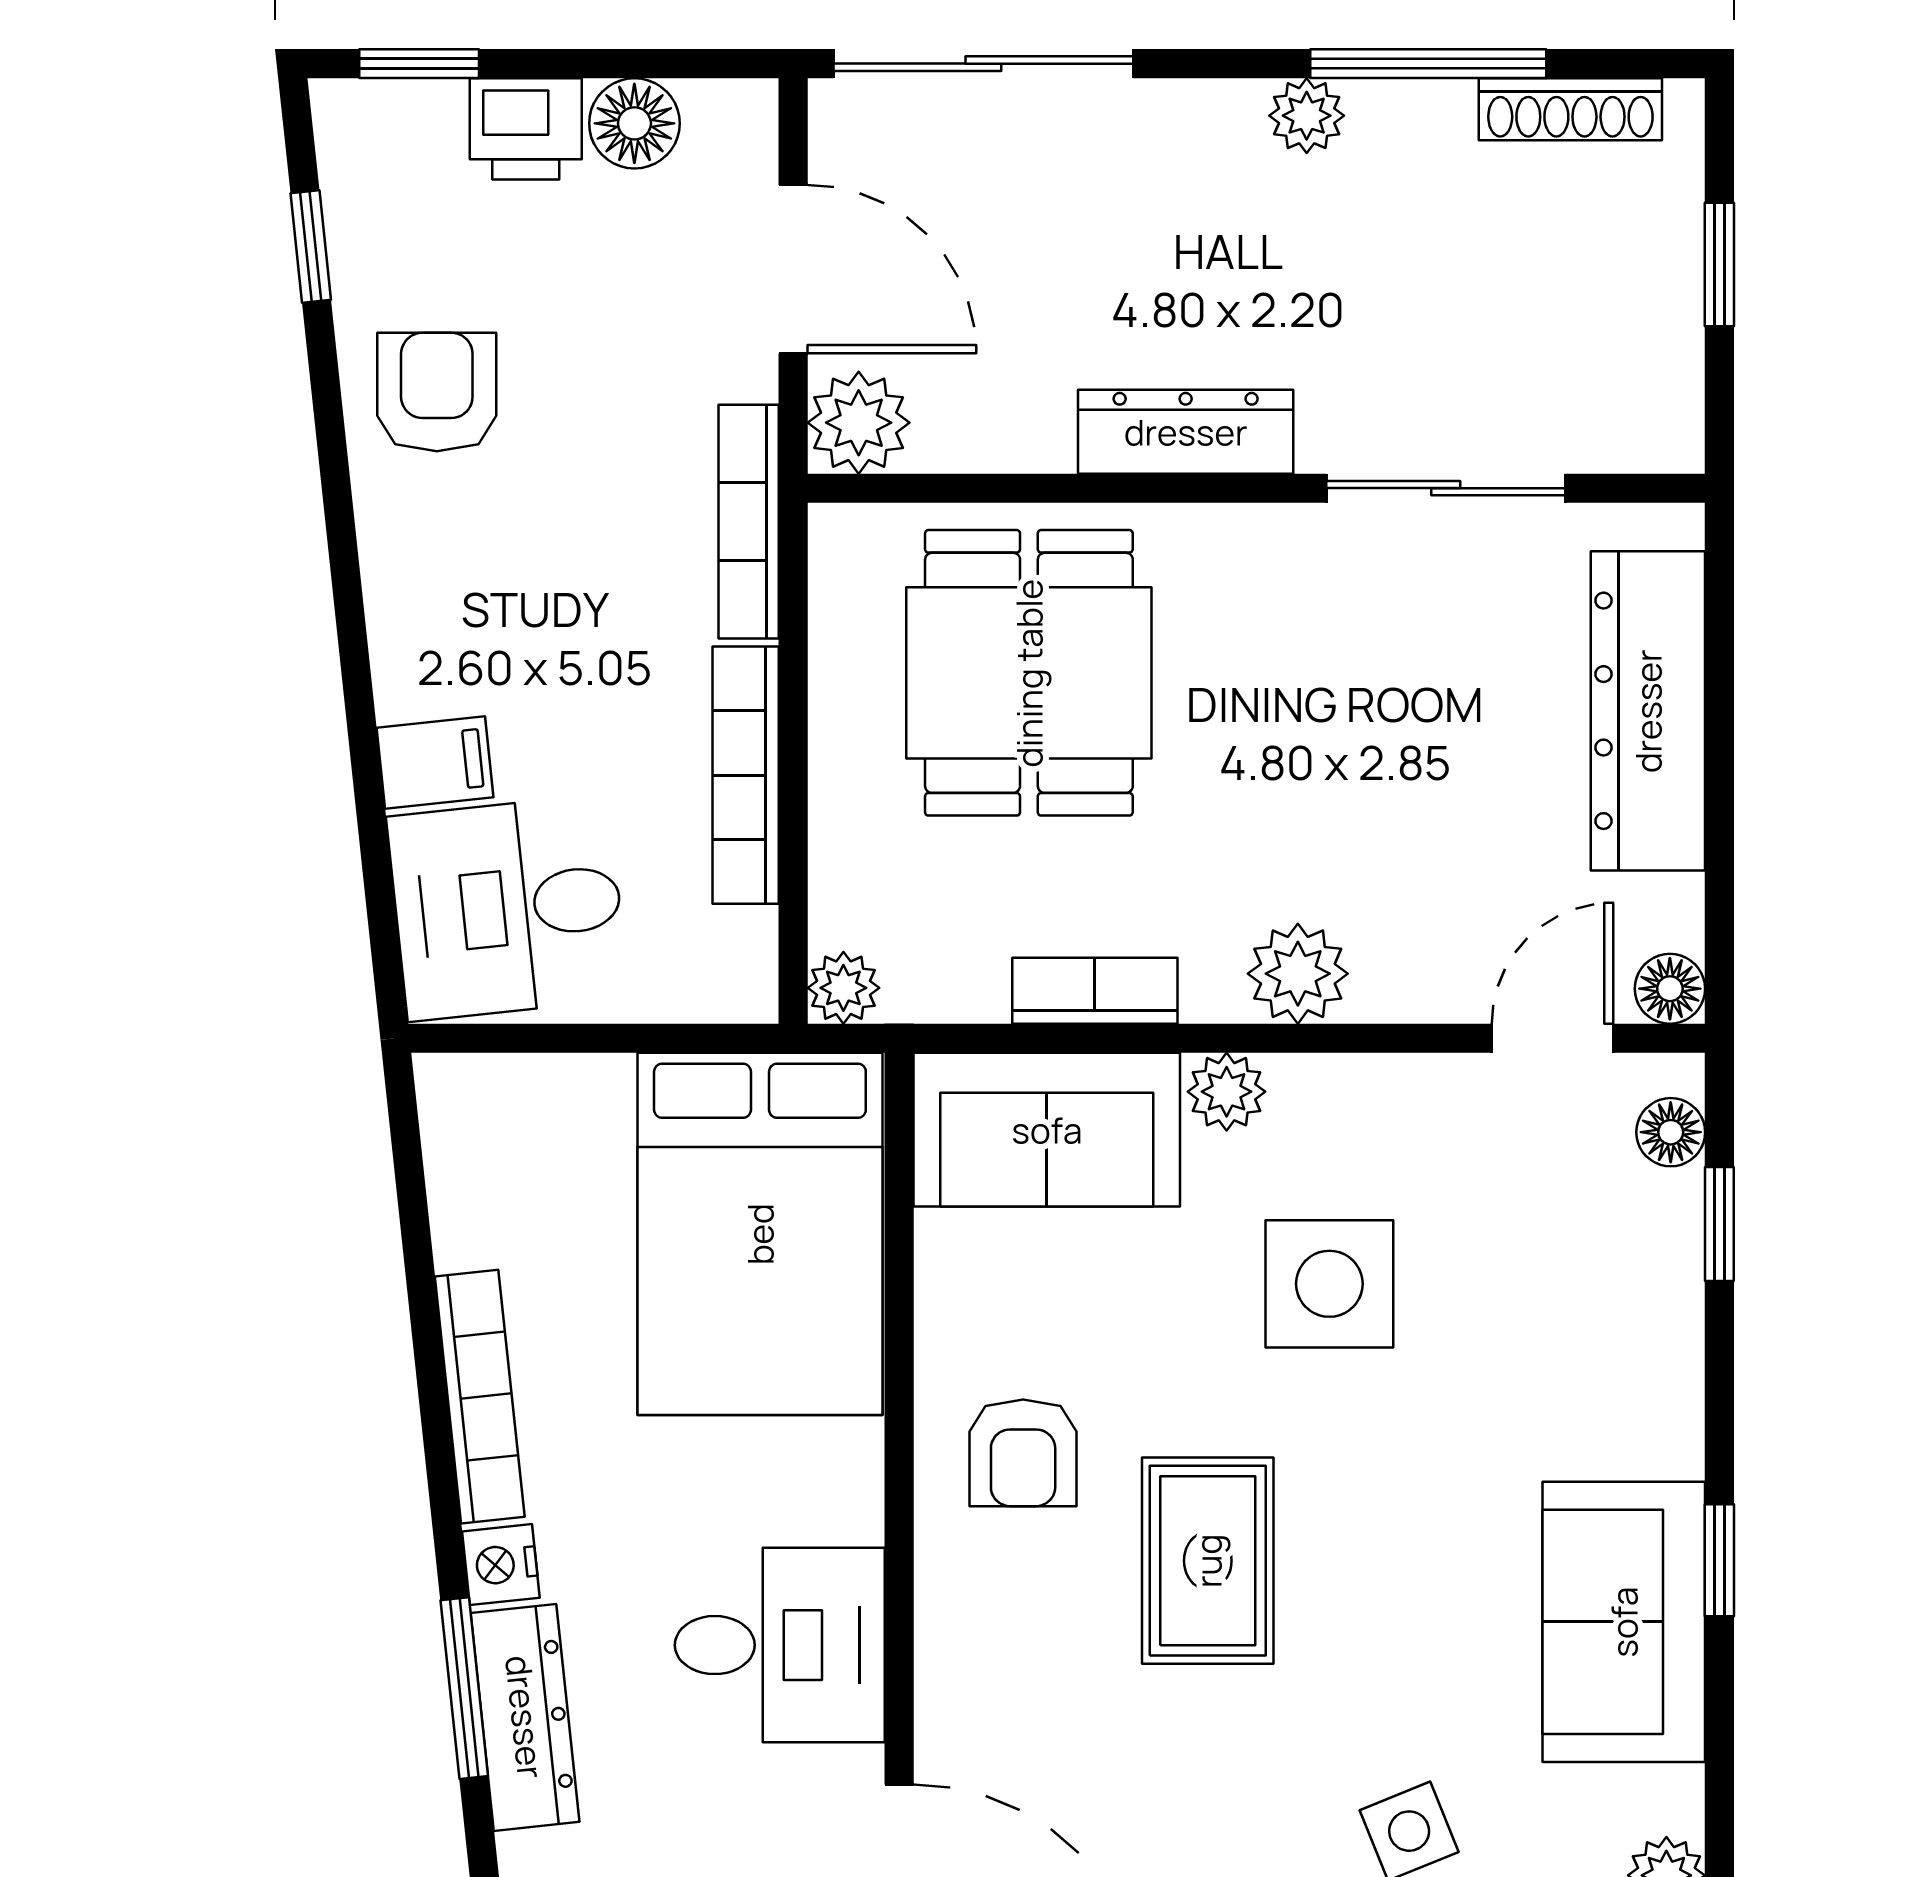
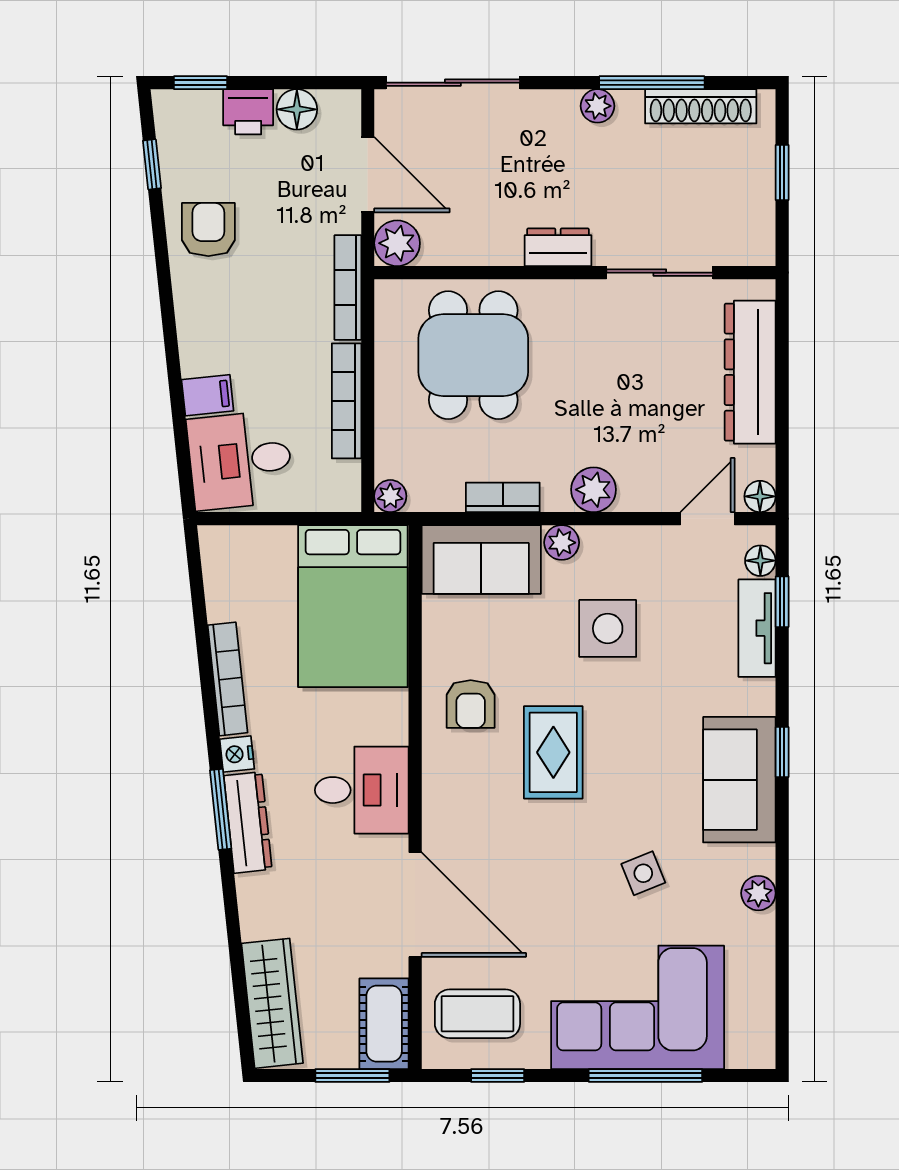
shoe rack: (1570, 109) -> (701, 106), width x1.36, depth x1.24
dresser: (1186, 432) -> (558, 247), width x0.70
tv unit: (1663, 1283) -> (757, 628), added

